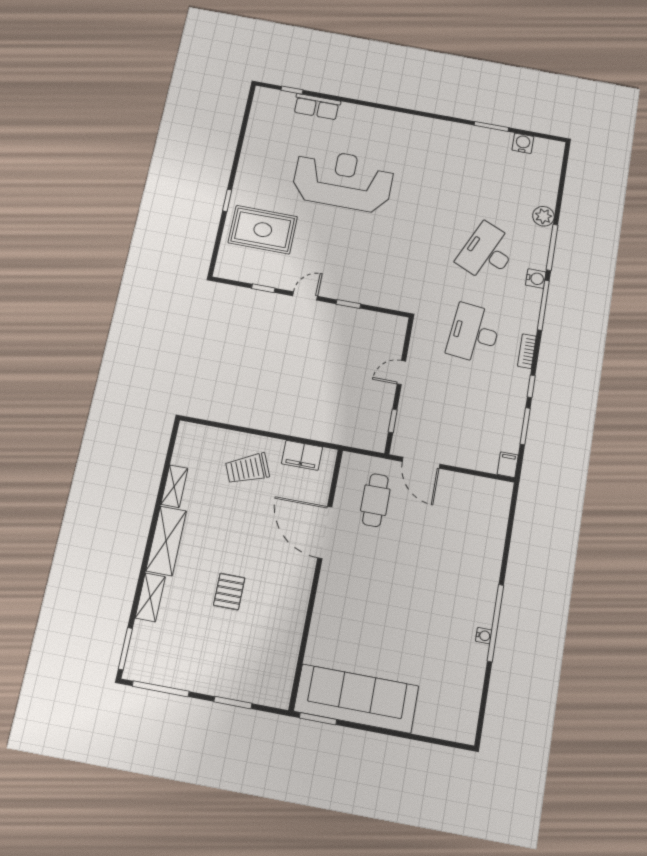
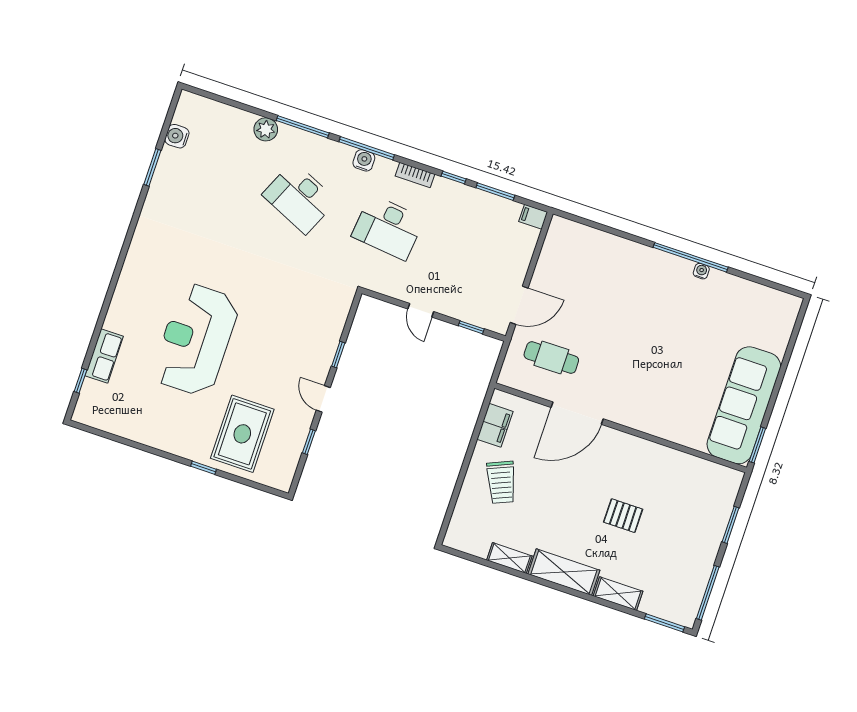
water cooler: (536, 279) -> (364, 160), moved

